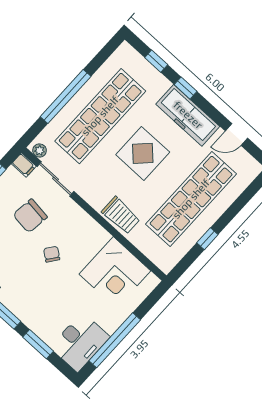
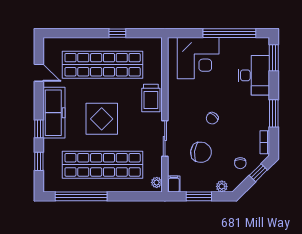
window: (66, 97) -> (81, 196), moved
sliding door: (56, 179) -> (165, 139), moved
trolley: (121, 215) -> (151, 98), turned 180
corner desk: (115, 272) -> (198, 58), moved, turned 90
desk: (80, 342) -> (254, 75), moved, turned 90
window: (38, 344) -> (274, 58), moved

